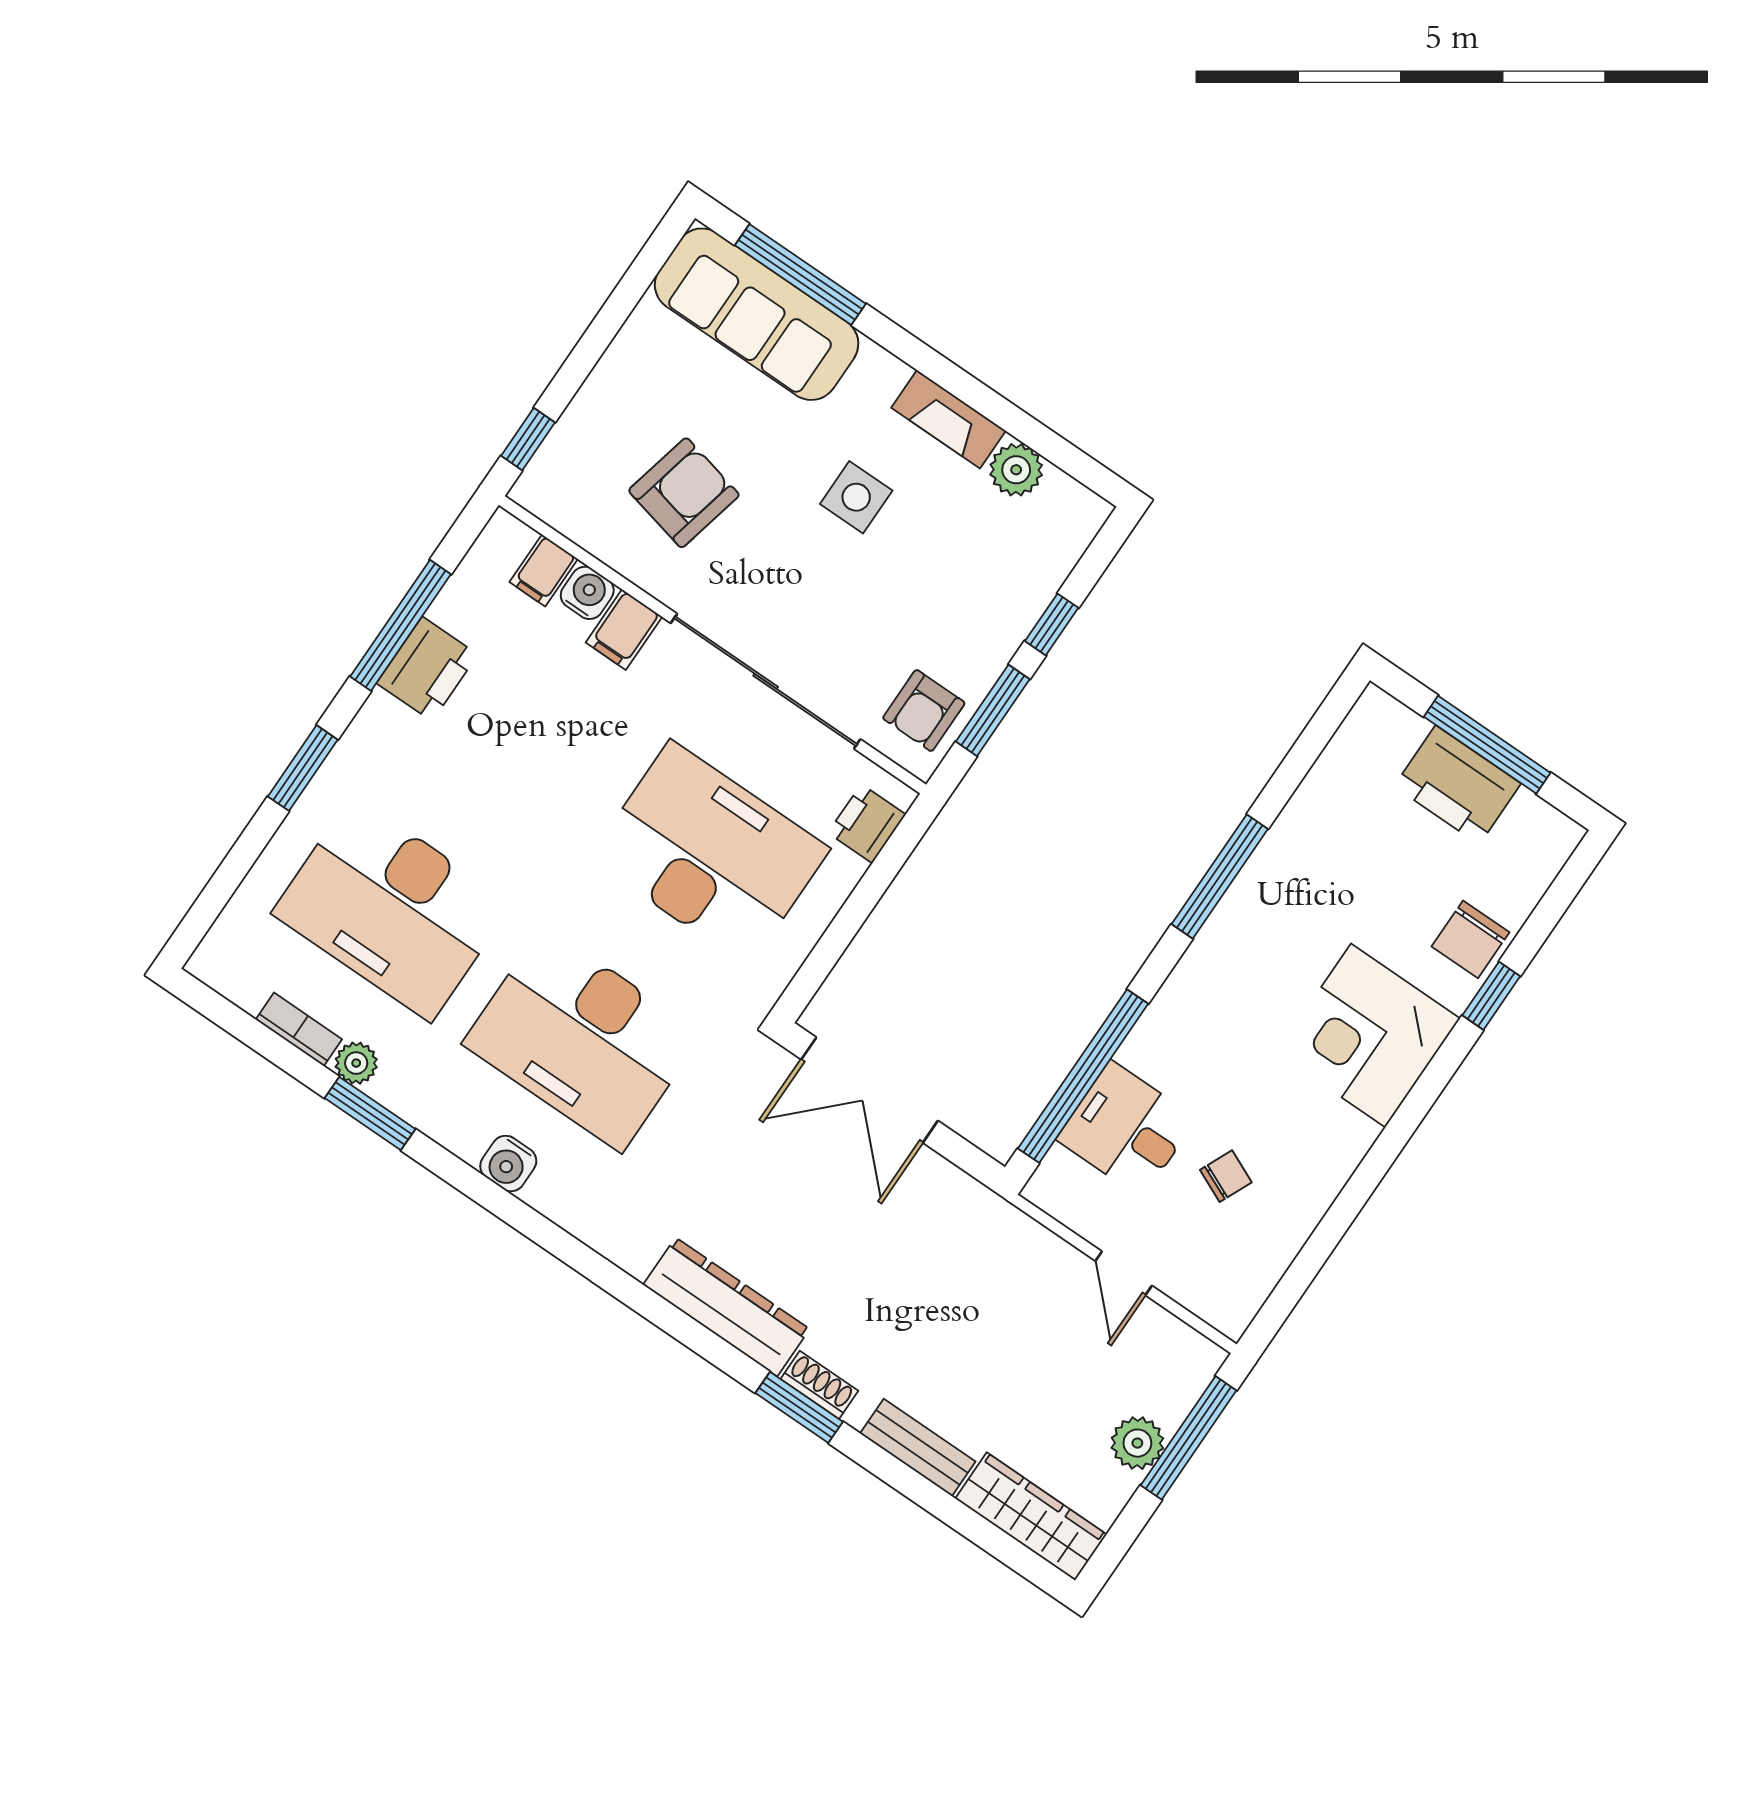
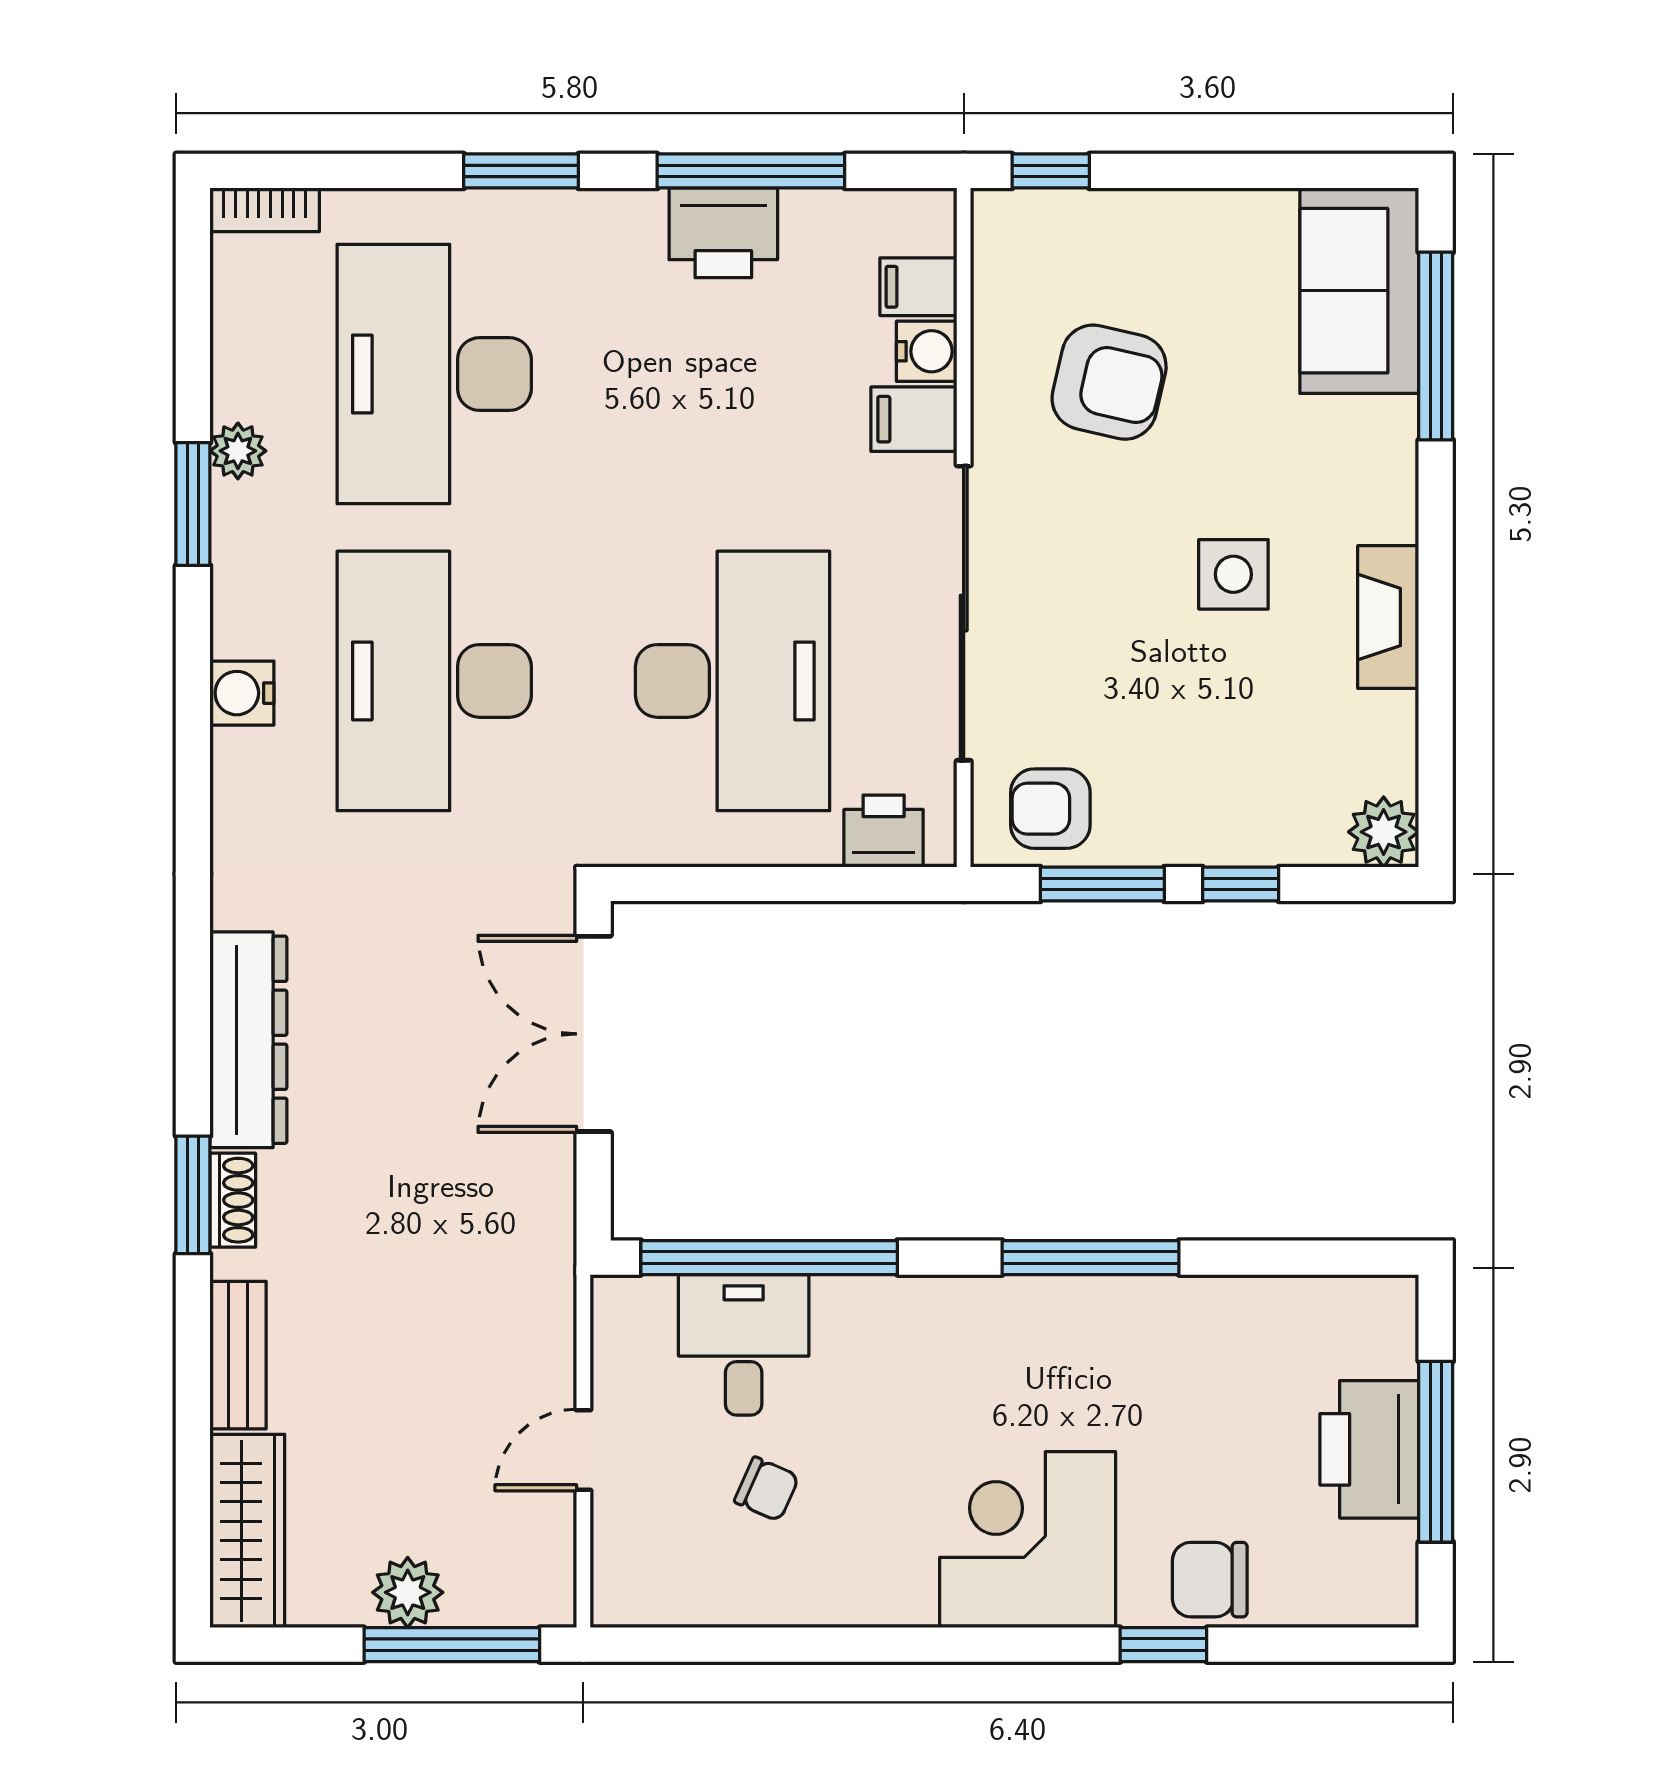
sofa: (757, 314) -> (1359, 291), width x0.73
plant: (1016, 470) -> (1384, 832), moved
bookcase: (299, 1029) -> (265, 210), moved, turned 90

